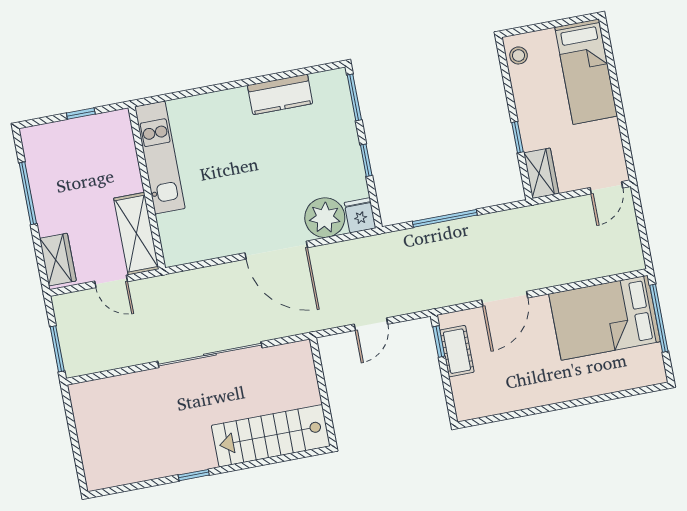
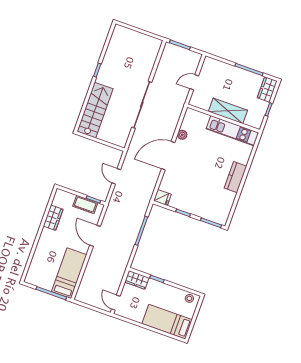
kitchen counter: (280, 94) -> (236, 177), moved
plant: (325, 218) -> (182, 135), moved, width x0.53, depth x0.53
shelving: (136, 234) -> (228, 111), moved
wardrobe: (58, 260) -> (267, 89), moved, turned 90
bed: (604, 318) -> (69, 273), width x0.67
wardrobe: (516, 397) -> (53, 218), added

